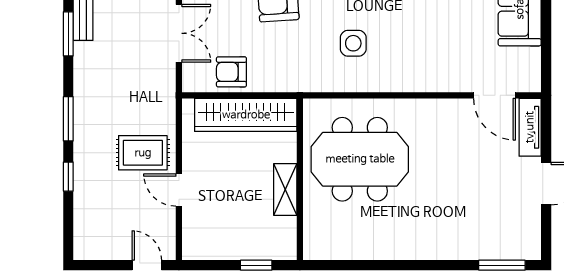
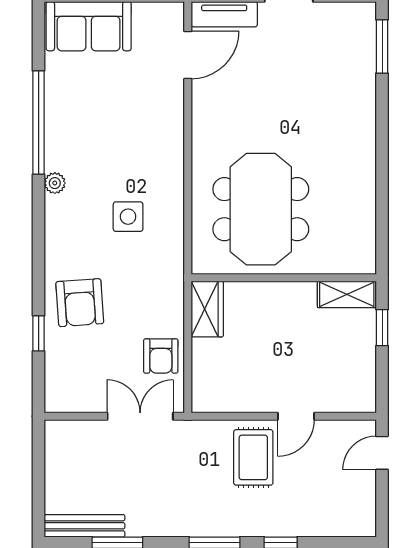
double door: (179, 33) -> (140, 416), moved
wardrobe: (246, 115) -> (207, 309), width x0.48, depth x0.85
shelving: (285, 190) -> (347, 294), moved

